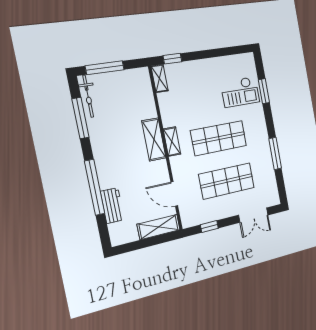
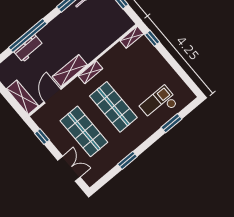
checkout: (240, 92) -> (159, 104), turned 90
shelving: (154, 139) -> (70, 71), moved
window: (275, 154) -> (127, 160), width x0.69
workbench: (112, 206) -> (29, 49), moved
double door: (253, 215) -> (69, 169), swing flipped

